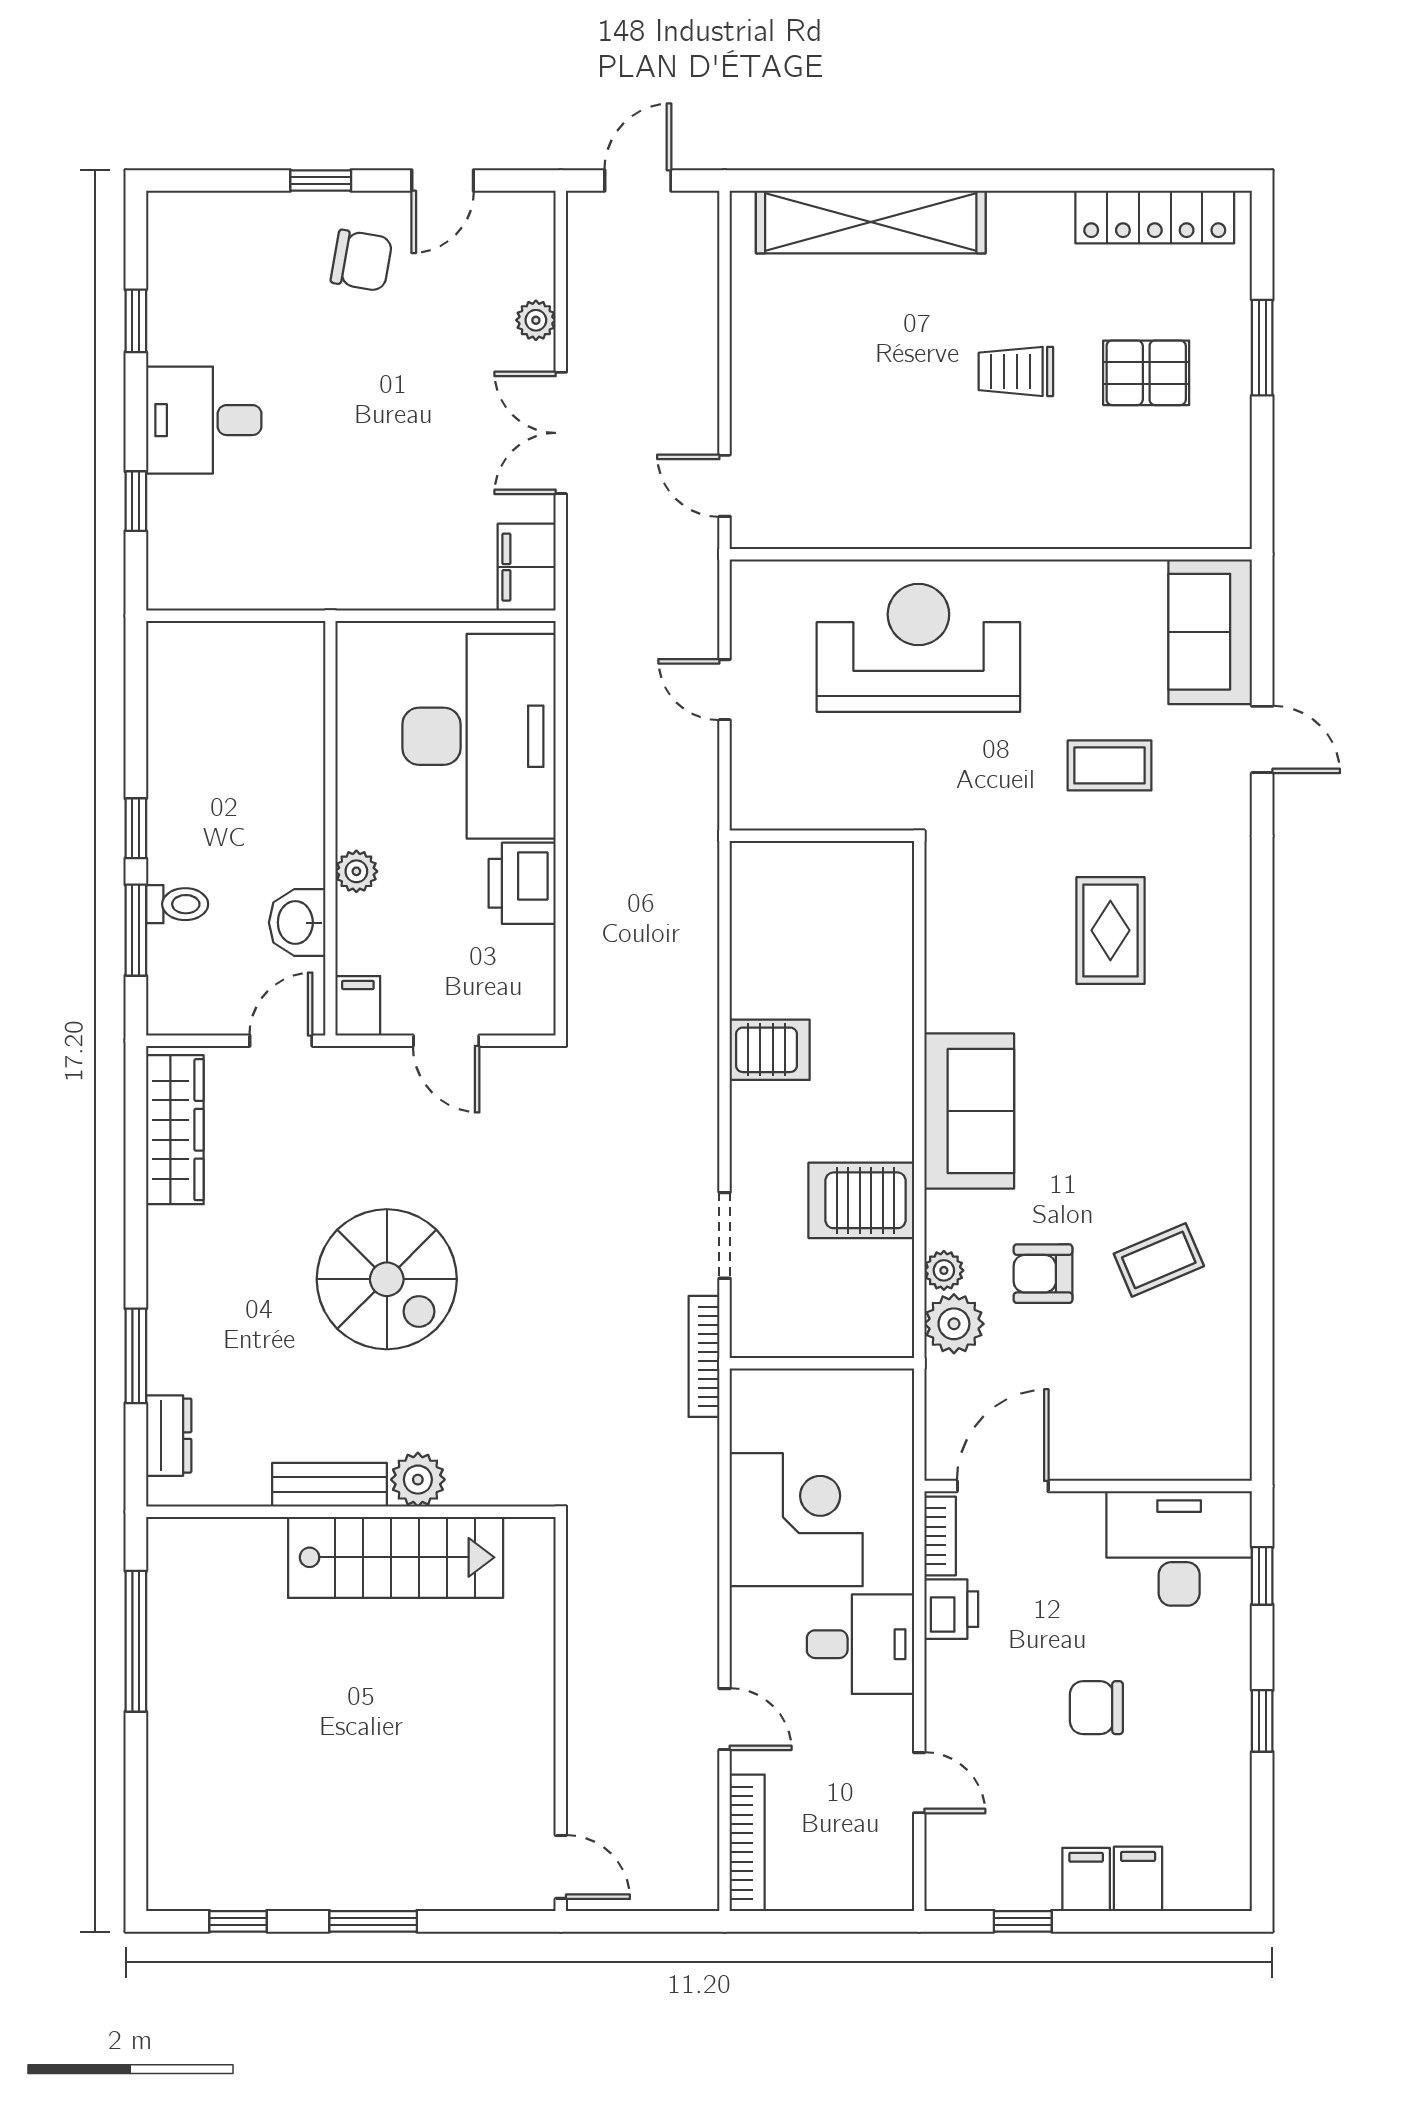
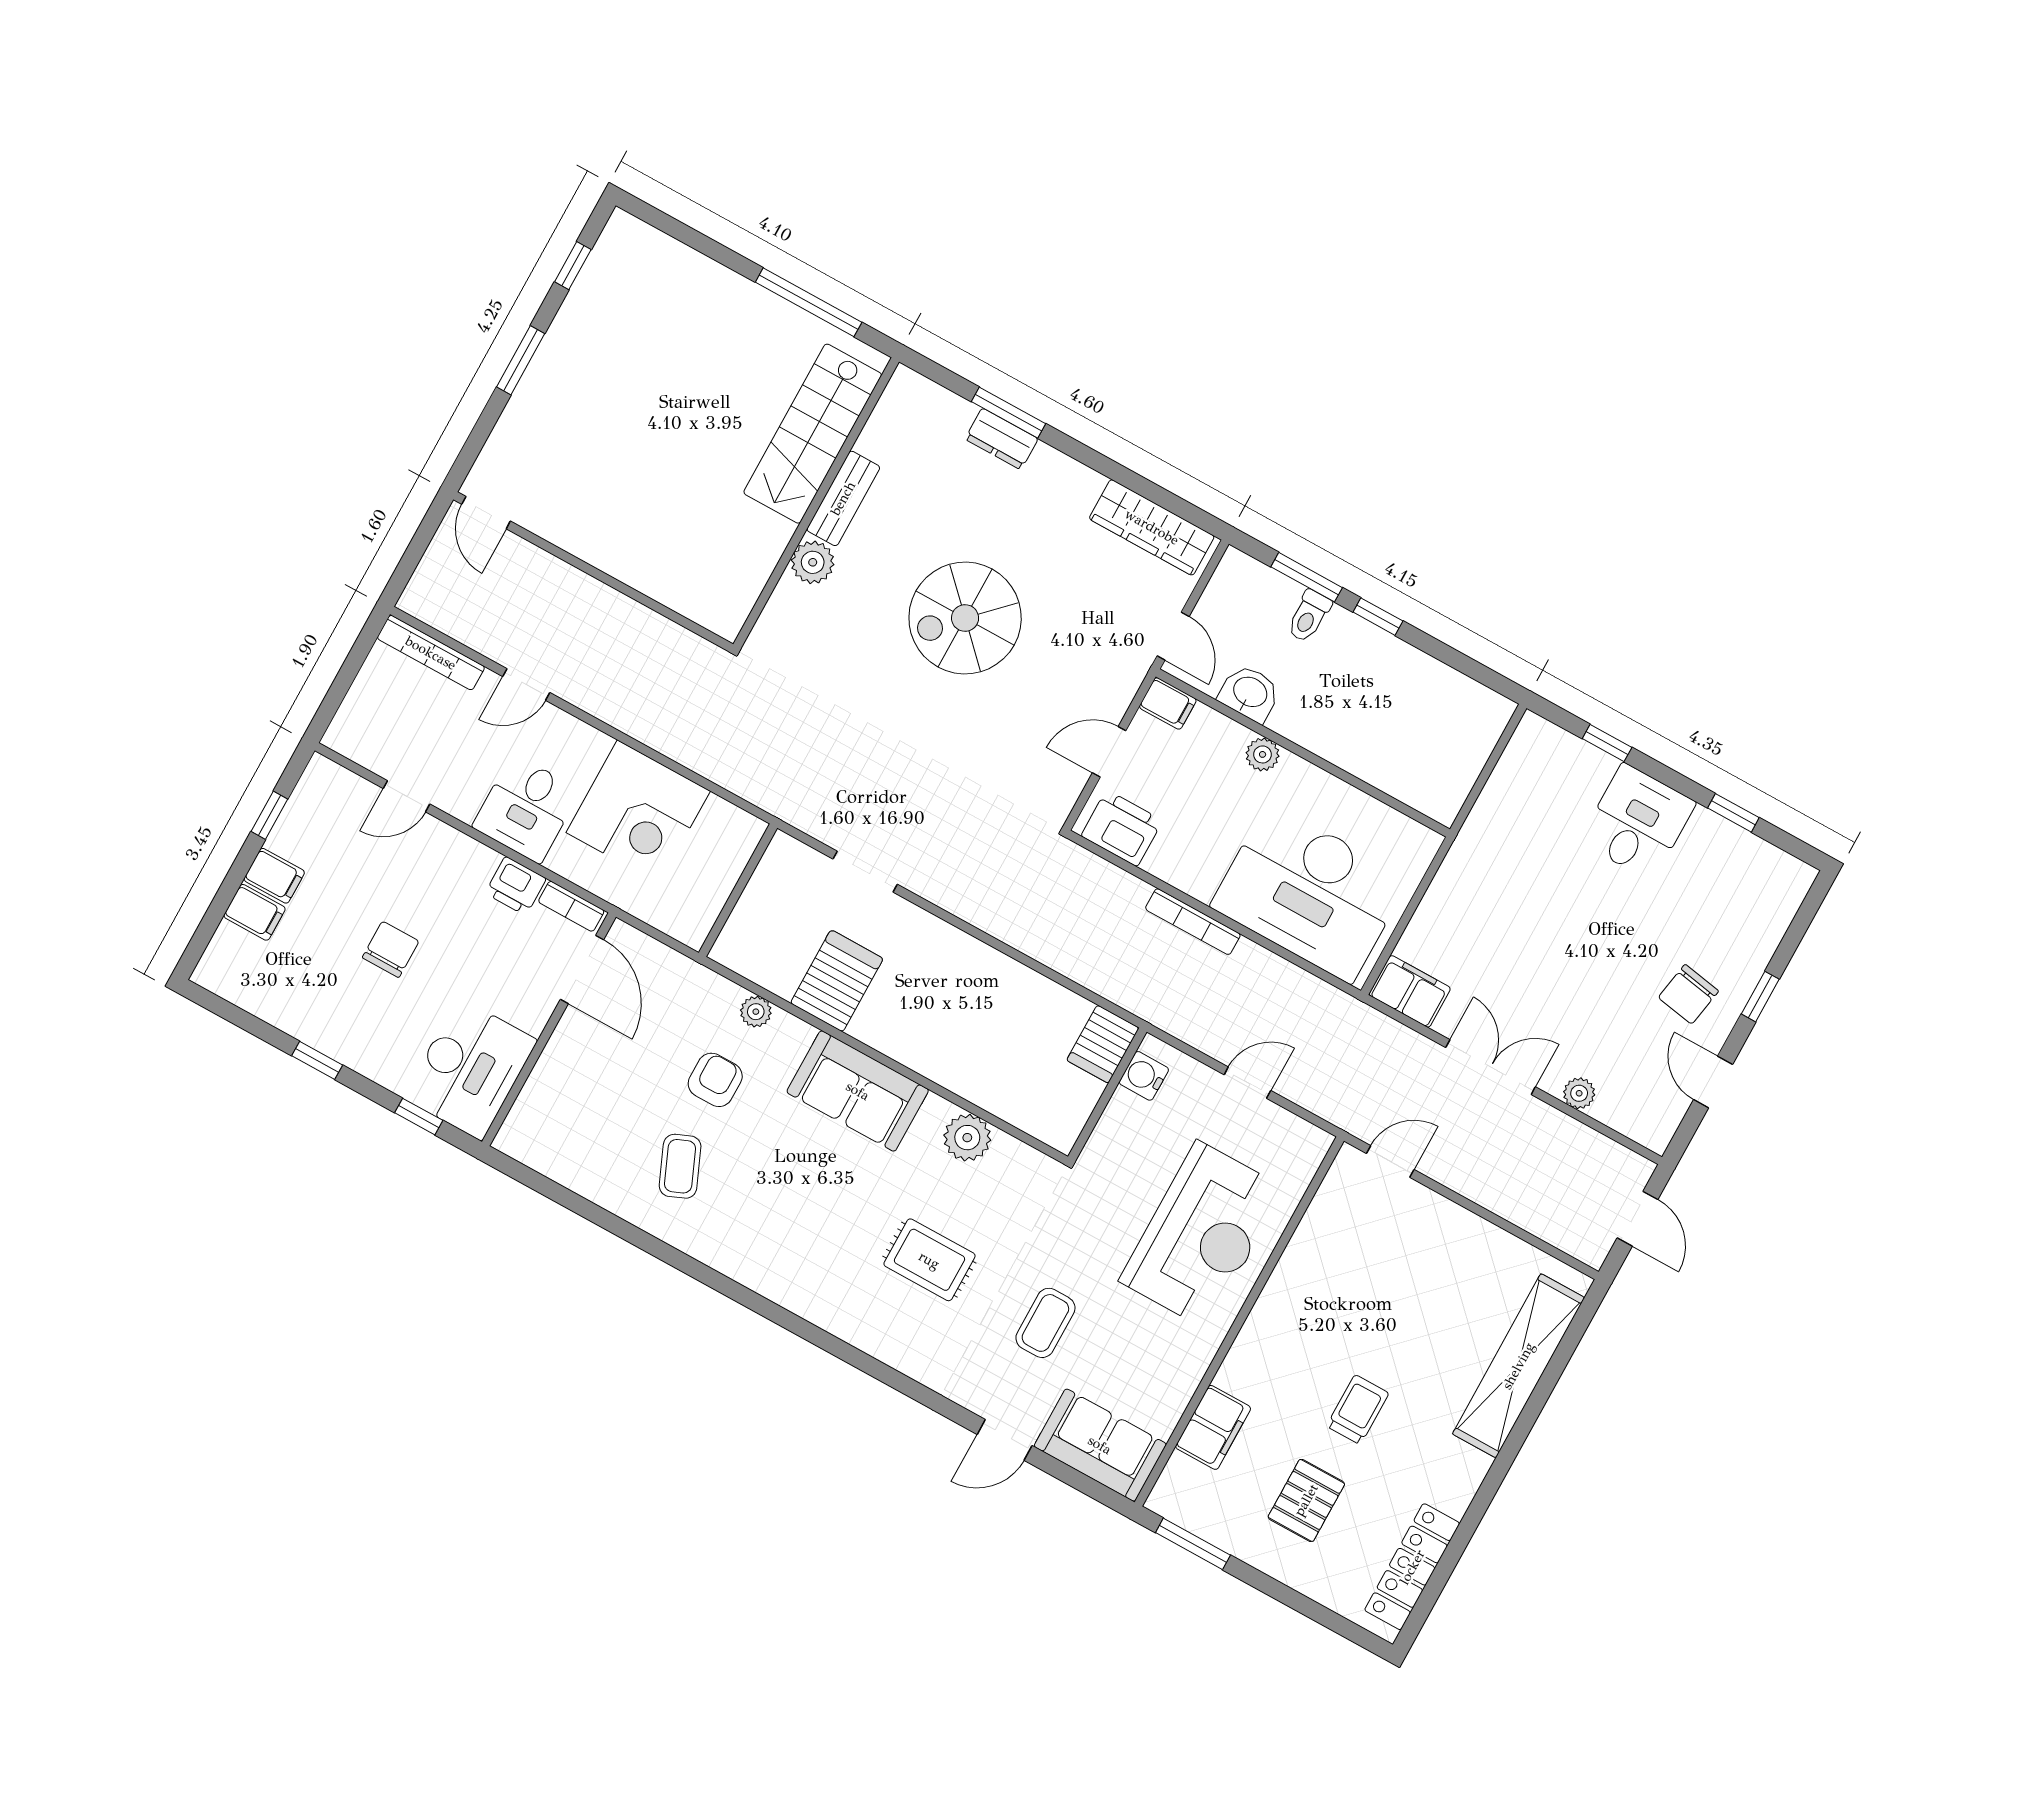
window: (1262, 348) -> (1193, 1544), moved
filing cabinet: (1123, 519) -> (1213, 1427), added
water cooler: (780, 807) -> (1144, 1076), added
printer: (522, 883) -> (1122, 828), moved
server rack: (770, 1050) -> (1103, 1044), moved
plant: (954, 1324) -> (967, 1138), moved
bookcase: (704, 1356) -> (1193, 922), moved, turned 180
dresser: (169, 1436) -> (1002, 439), moved
stairs: (396, 1557) -> (813, 434), moved
door: (561, 1867) -> (486, 513), hinge flipped

